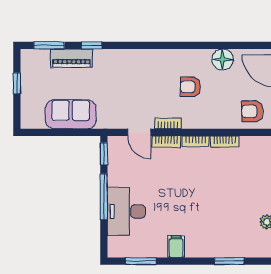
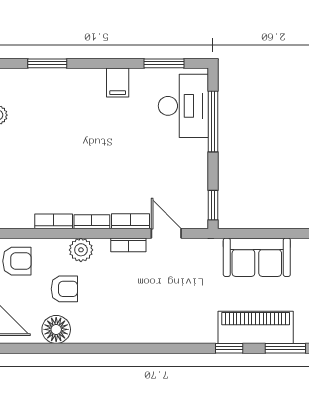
piano: (72, 58) -> (256, 327), width x1.37, depth x1.33
armchair: (191, 87) -> (64, 289), moved
plant: (204, 120) -> (81, 250), added
window: (104, 197) -> (213, 121), moved
desk: (126, 211) -> (183, 106), moved

